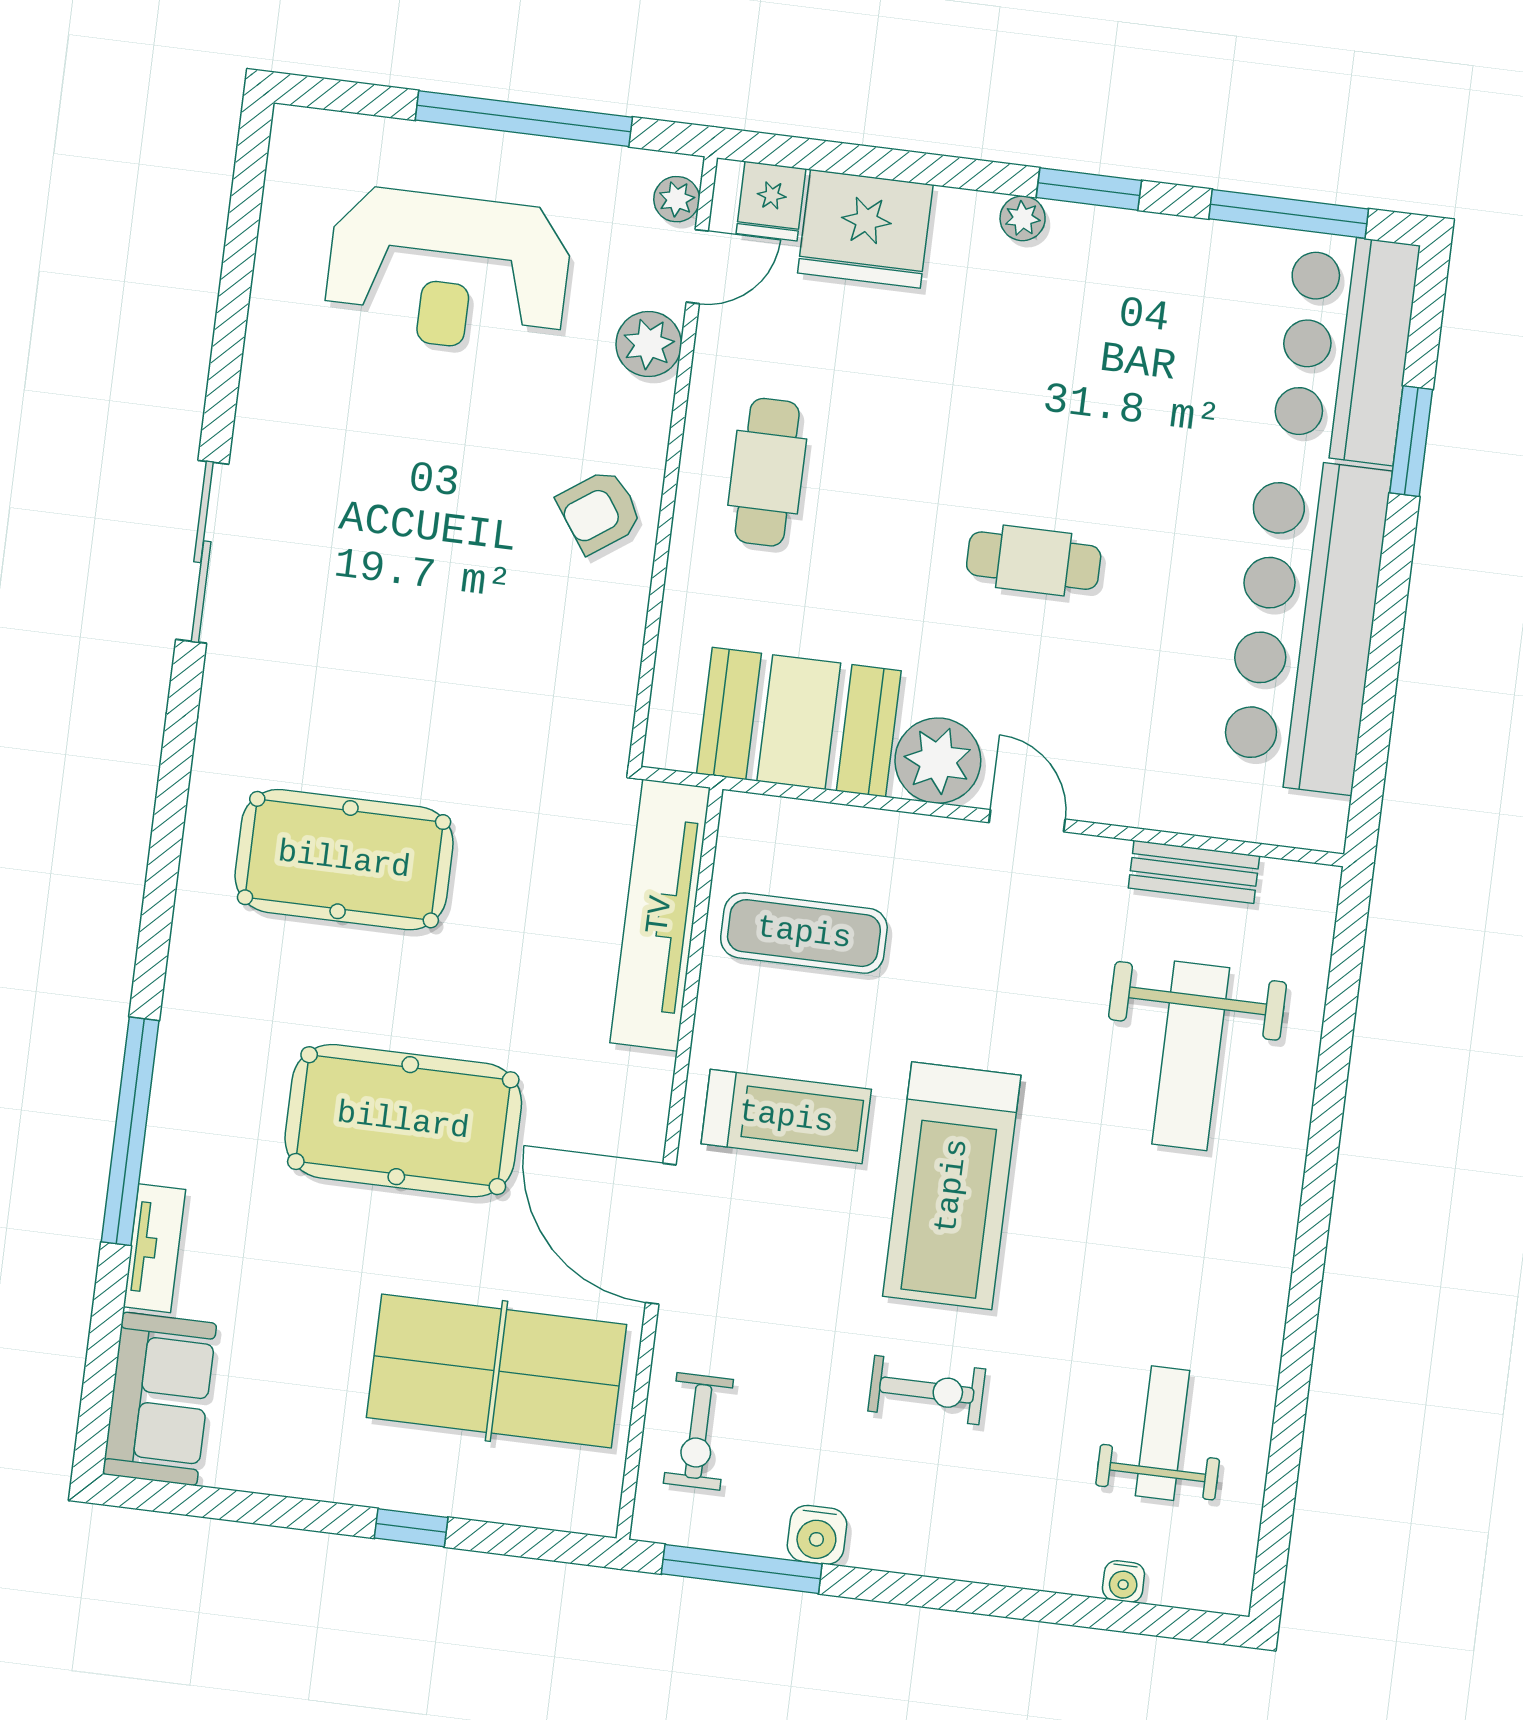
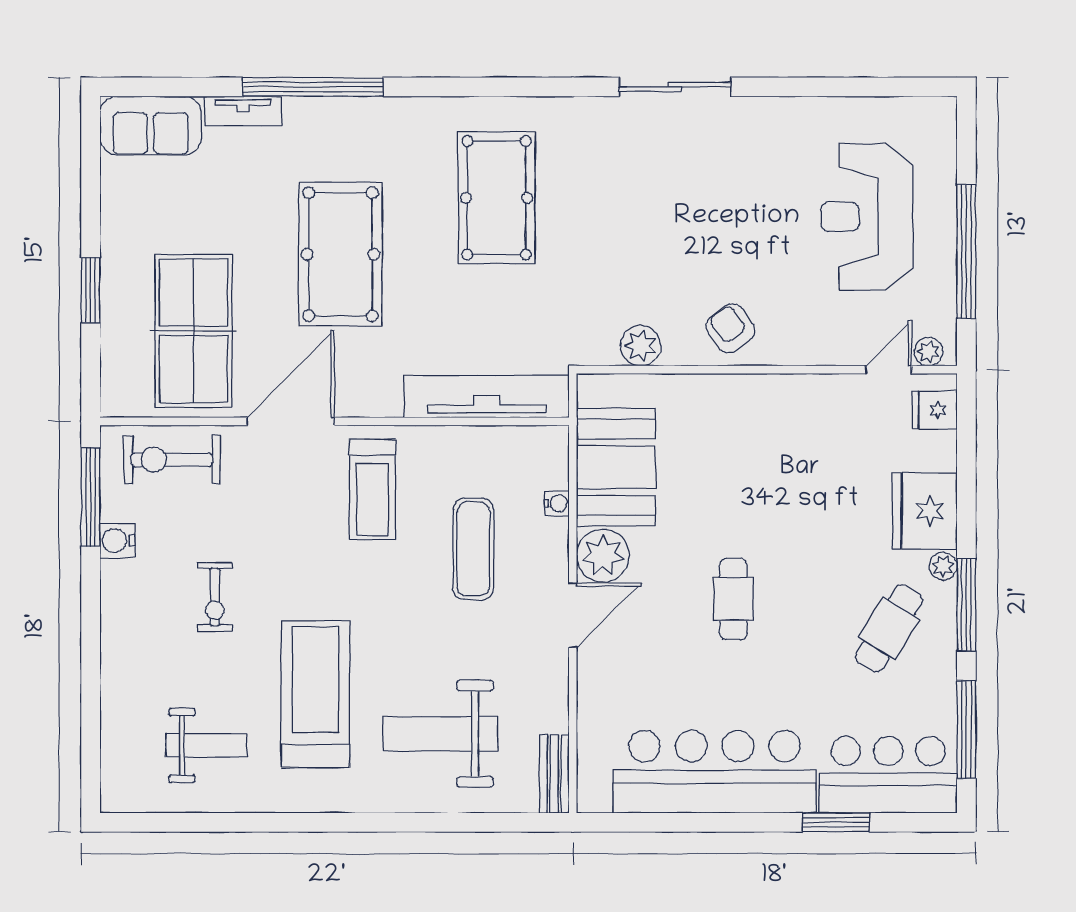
window: (1089, 189) -> (966, 605), width x1.44
fridge: (865, 229) -> (925, 511), moved
door: (697, 267) -> (889, 370), swing flipped
plant: (649, 344) -> (641, 346), moved
cafe table: (767, 472) -> (889, 628), moved, turned -59
door: (1027, 821) -> (573, 615), width x1.38
bench: (1194, 872) -> (554, 774), moved
exercise mat: (804, 933) -> (473, 549), moved
treadmill: (952, 1186) -> (315, 694), moved, turned 90
exercise bike: (698, 1431) -> (172, 460), width x1.38, depth x1.39
window: (411, 1528) -> (91, 290), width x1.50
water cooler: (1123, 1581) -> (557, 503), moved, turned 180

